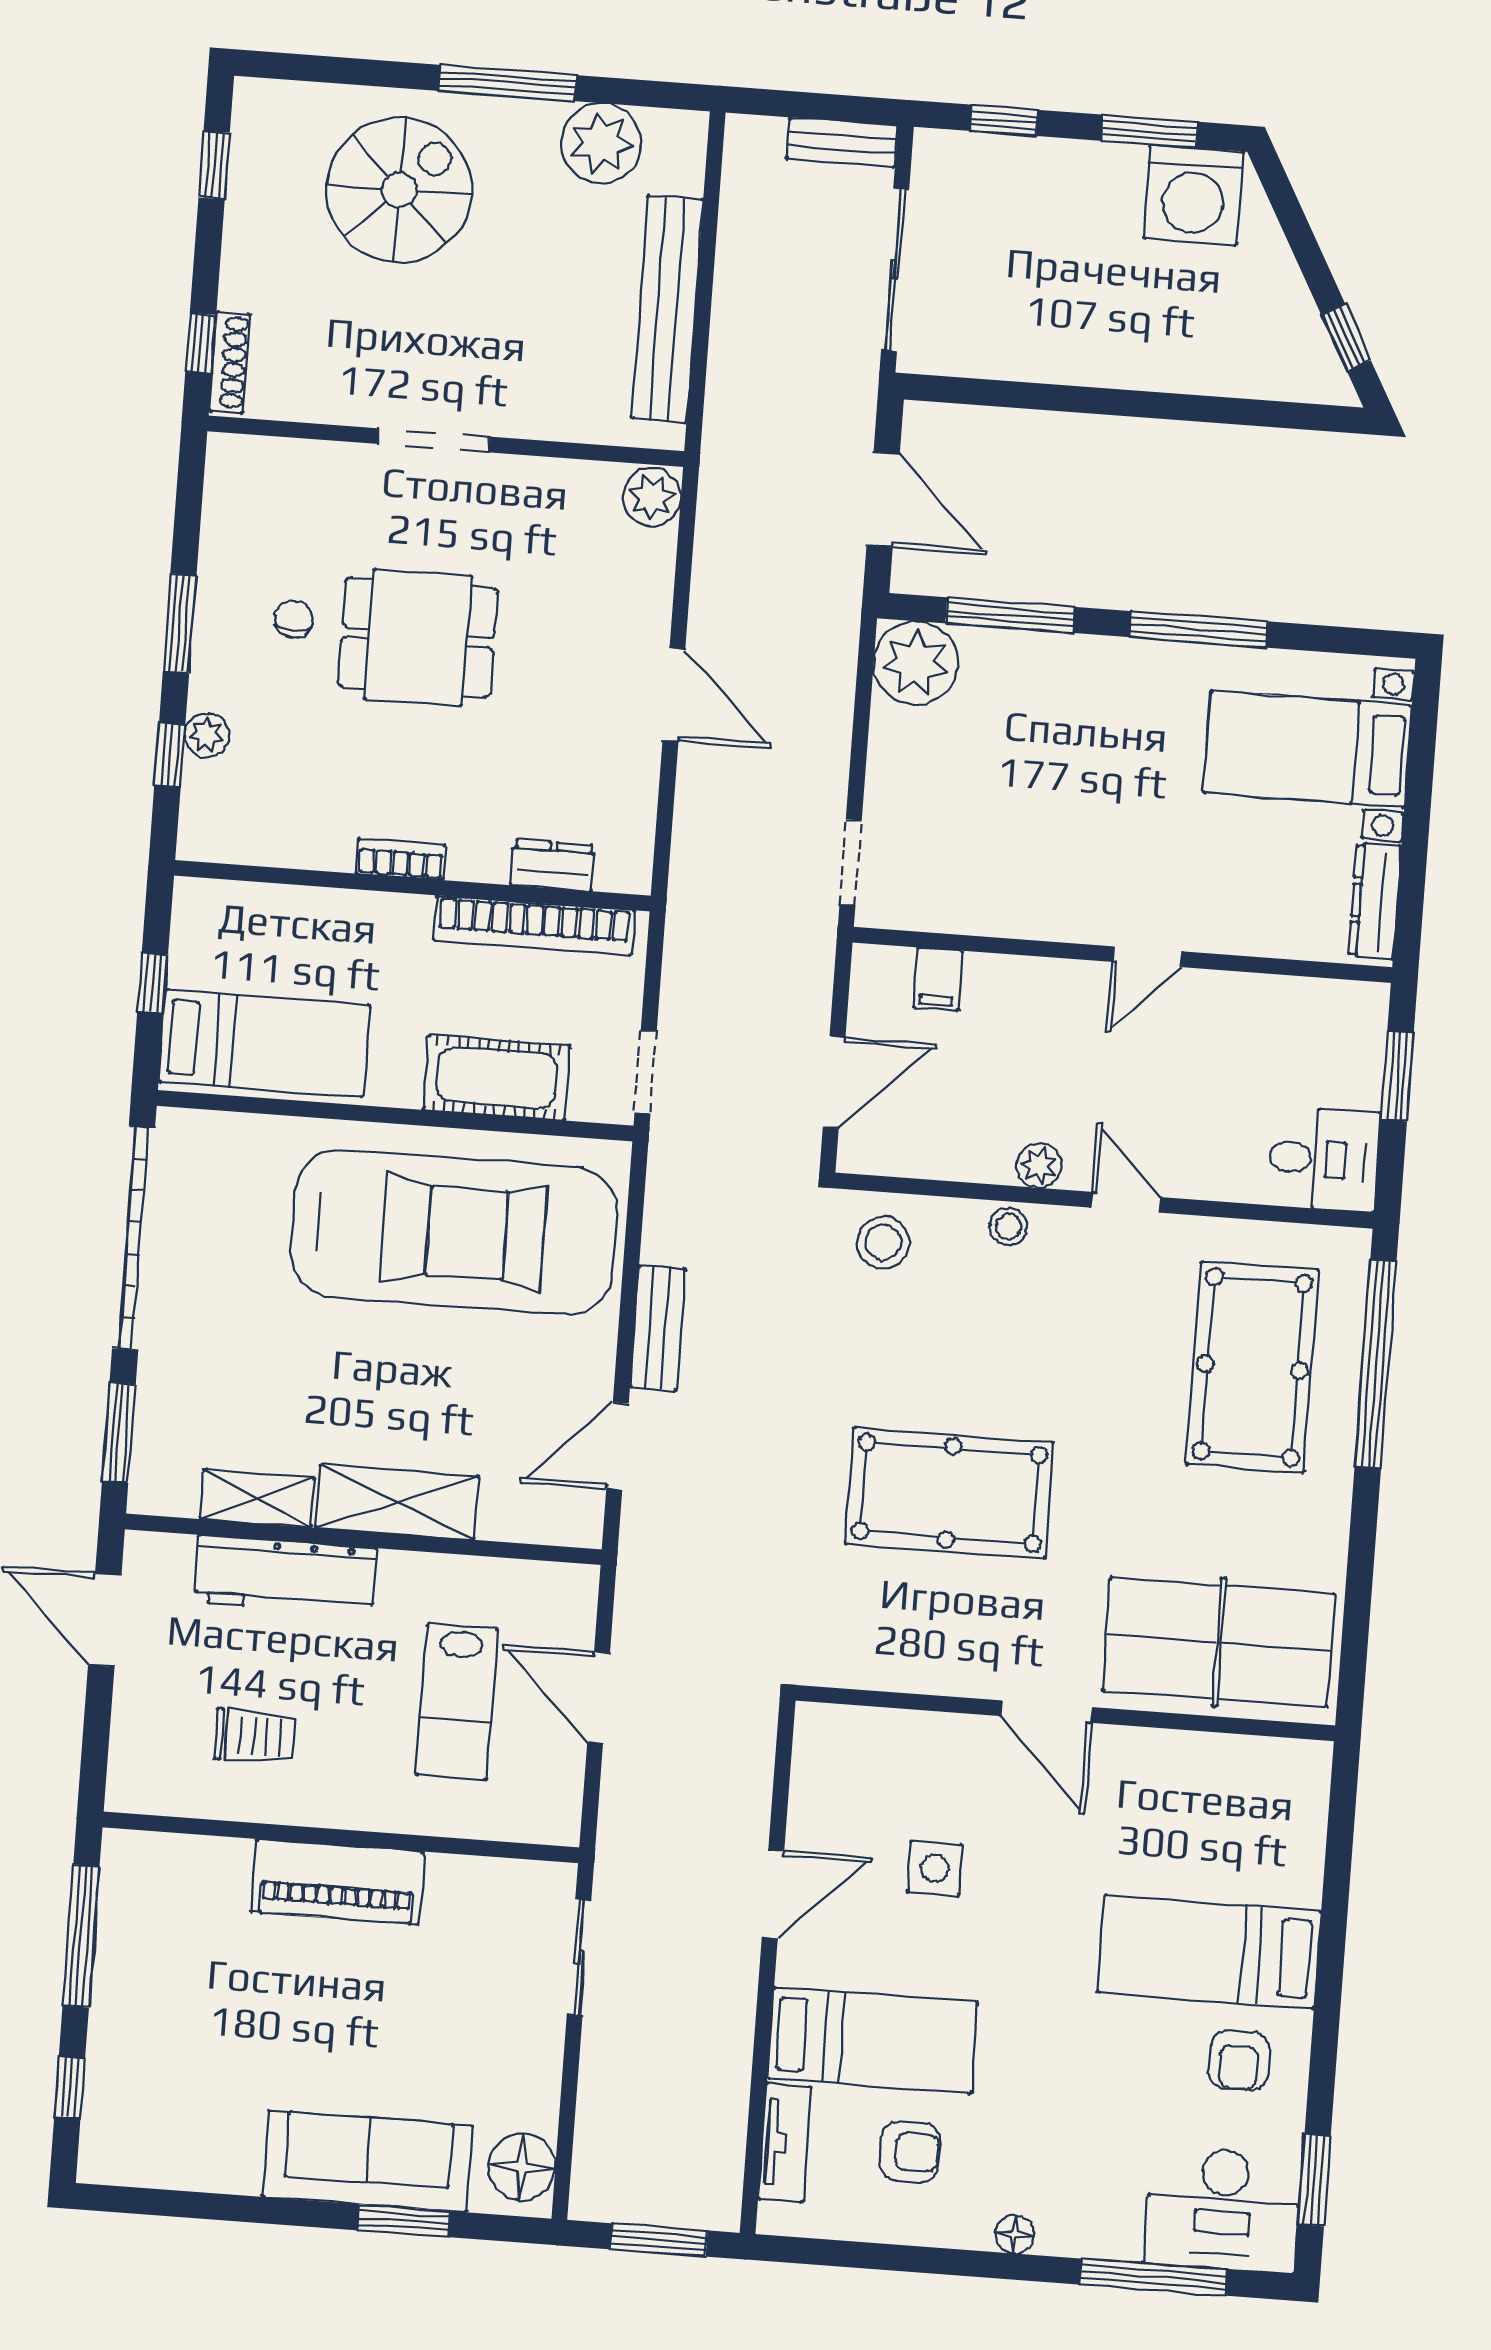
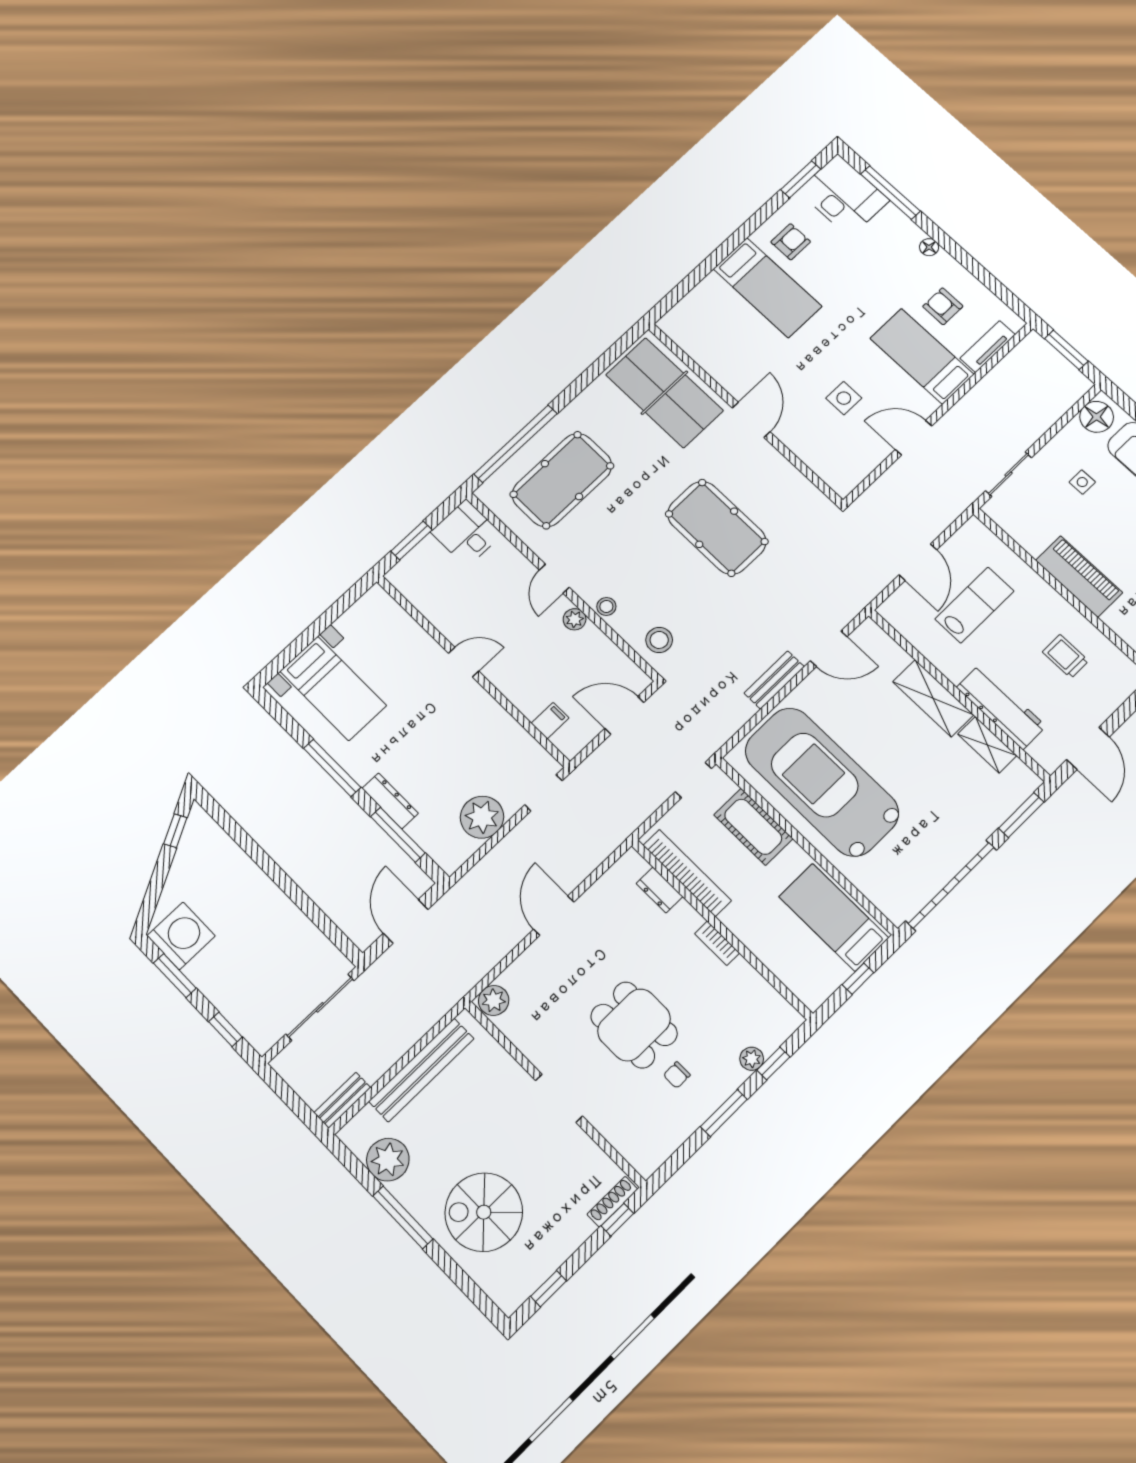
bench: (842, 142) -> (342, 1100), moved, turned 90
plant: (916, 663) -> (482, 817), moved
dresser: (1375, 901) -> (390, 801), moved, turned -90
side table: (457, 2040) -> (1082, 482), added

